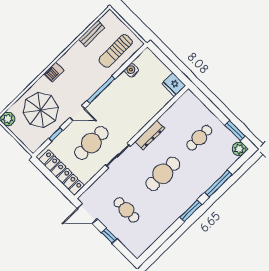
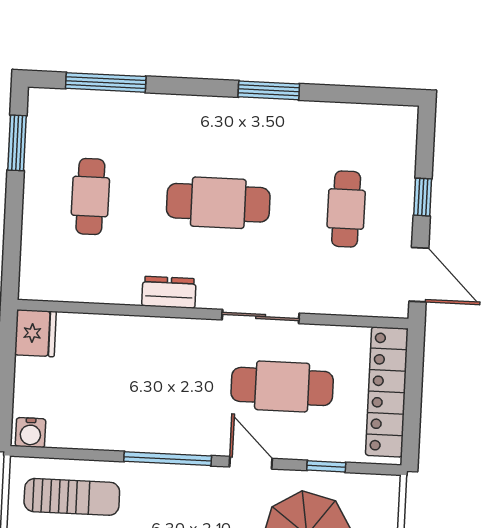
water cooler: (132, 70) -> (30, 433), moved
dresser: (150, 135) -> (169, 292), width x0.70
cafe table: (199, 138) -> (90, 197), turned 90
plant: (239, 149) -> (44, 104), removed
window: (218, 184) -> (106, 82), moved
window: (191, 211) -> (269, 90), moved

